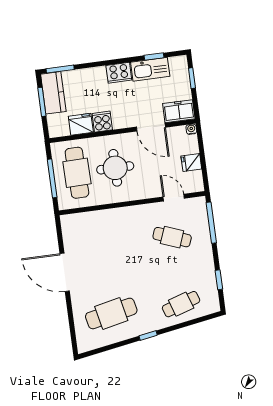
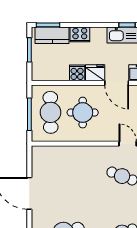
cooker: (119, 73) -> (80, 34), moved
kitchen counter: (53, 93) -> (52, 35), moved, turned 90
fridge: (81, 124) -> (95, 73), moved

